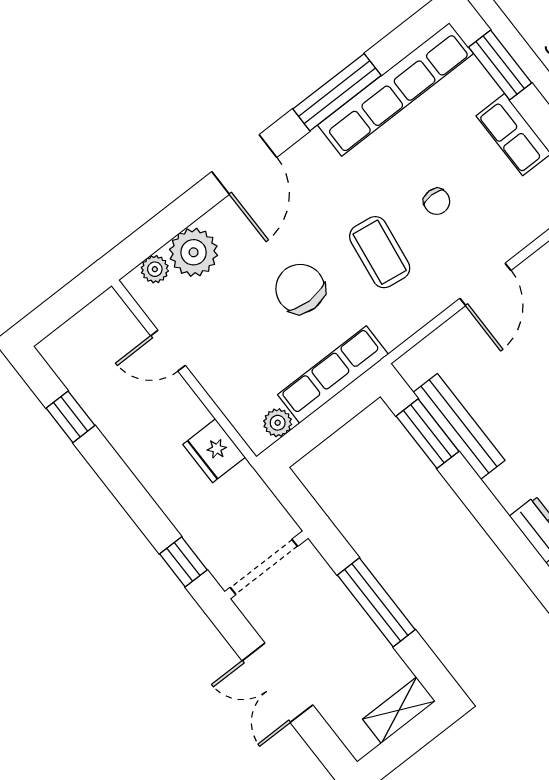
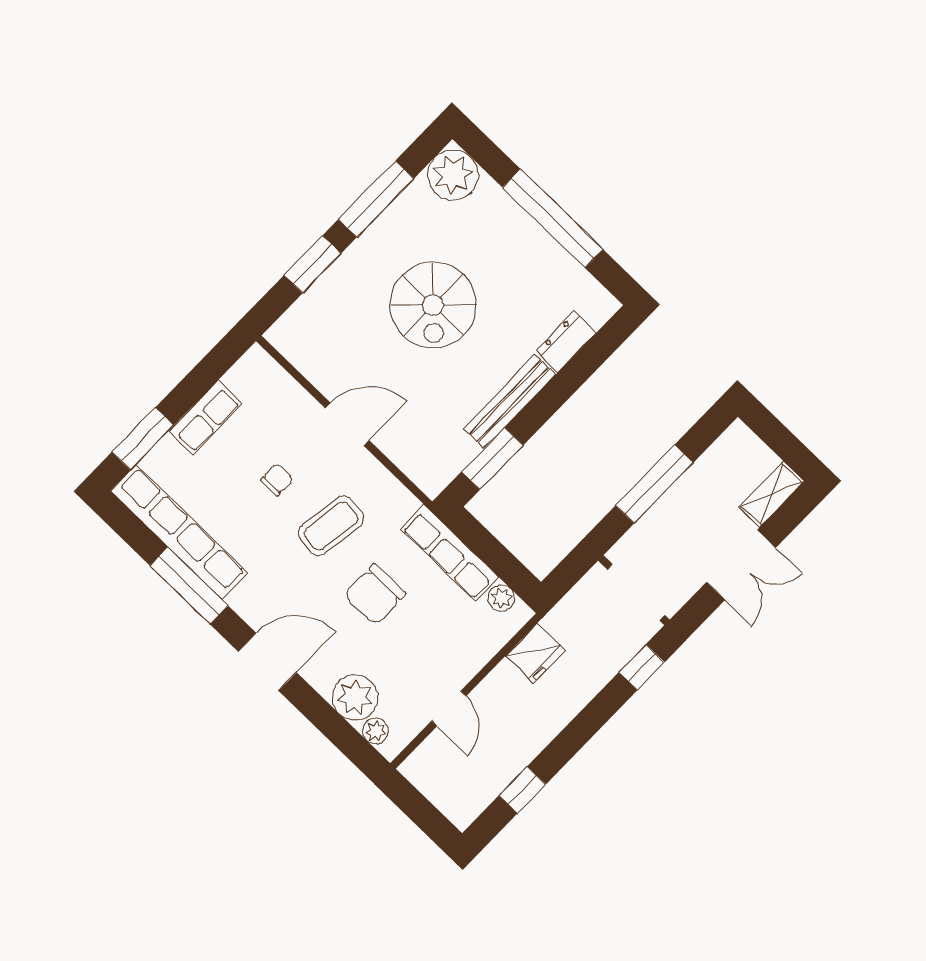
bench: (459, 426) -> (510, 401), moved
shelving: (399, 710) -> (772, 494), moved, turned 90

